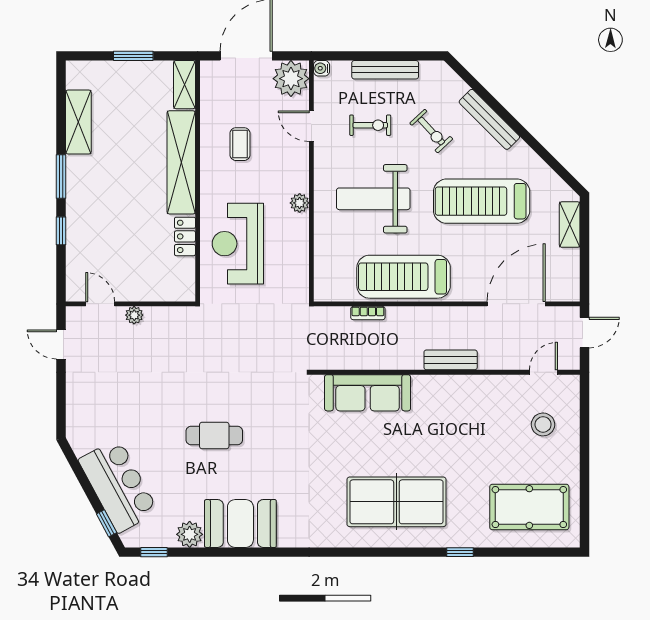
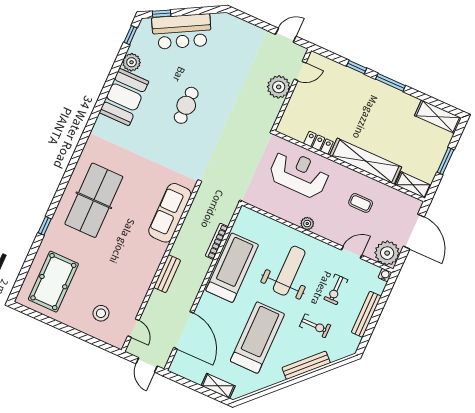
shelving: (78, 122) -> (438, 117), moved
exercise bike: (431, 131) -> (315, 326), turned -137
bookcase: (368, 313) -> (217, 241), width x1.56
plant: (134, 315) -> (279, 87), width x1.87, depth x1.87

